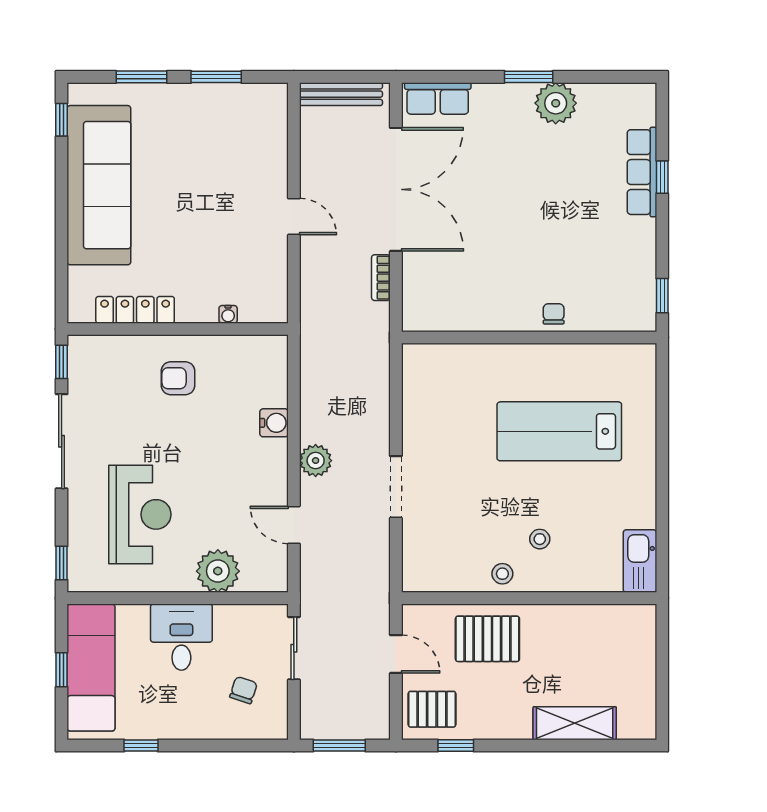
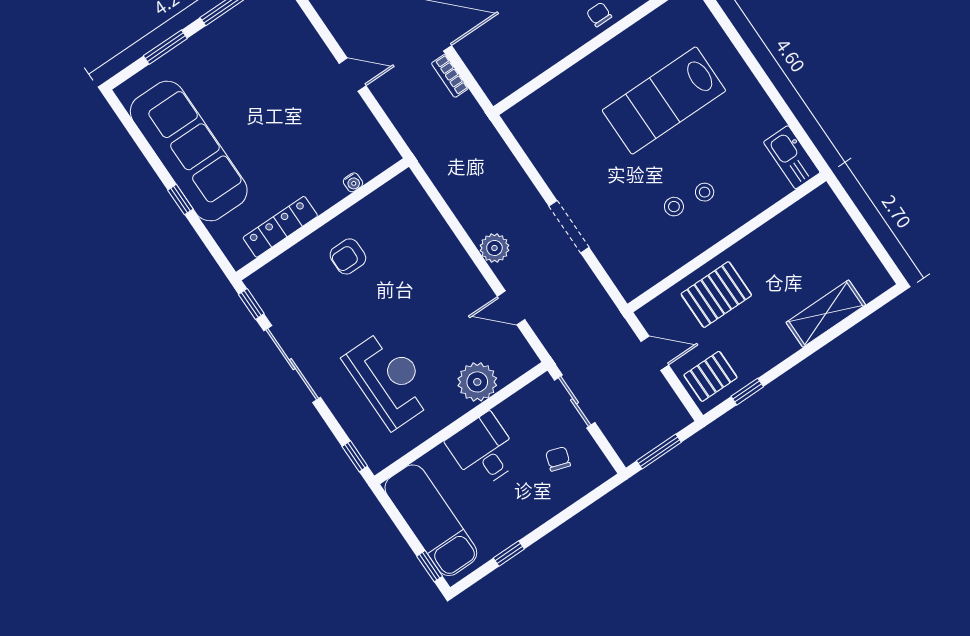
window: (62, 120) -> (180, 200), moved
water cooler: (274, 423) -> (444, 241), removed
stool: (502, 574) -> (674, 207), moved
window: (62, 670) -> (430, 566), moved

